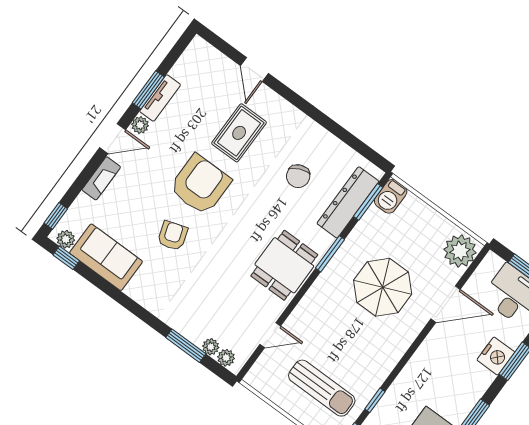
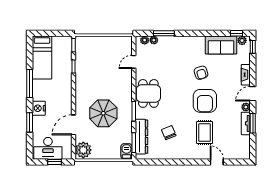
nightstand: (496, 356) -> (39, 108), moved
sun lounger: (322, 388) -> (98, 56), removed

